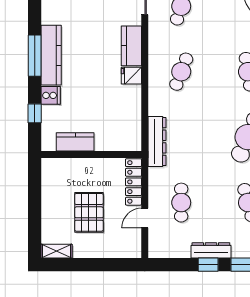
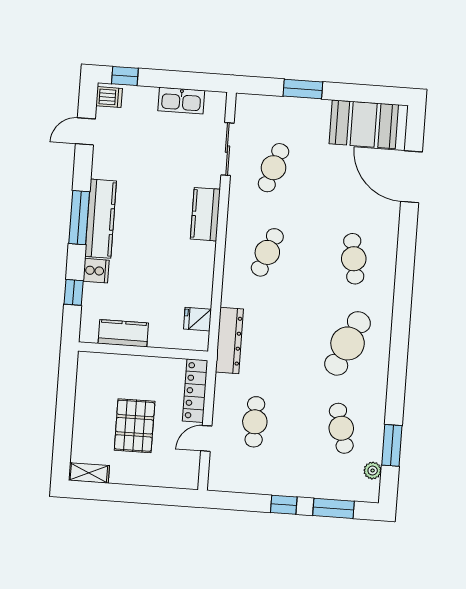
fridge: (131, 76) -> (198, 319), moved
dresser: (211, 250) -> (289, 486), removed

